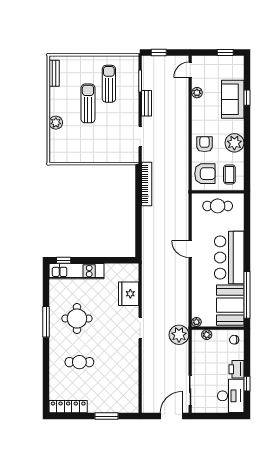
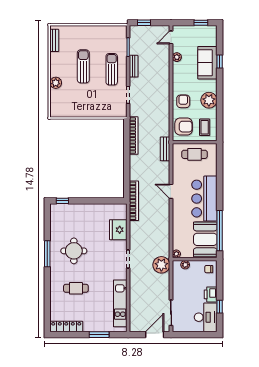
sun lounger: (109, 84) -> (112, 69), moved
bench: (183, 200) -> (165, 149), added
bookcase: (147, 260) -> (134, 201), added
kitchen unit: (77, 271) -> (120, 303), moved, turned 90

